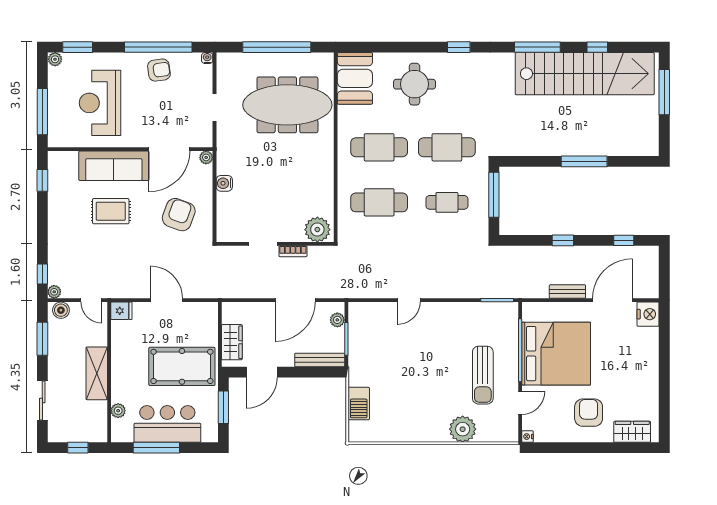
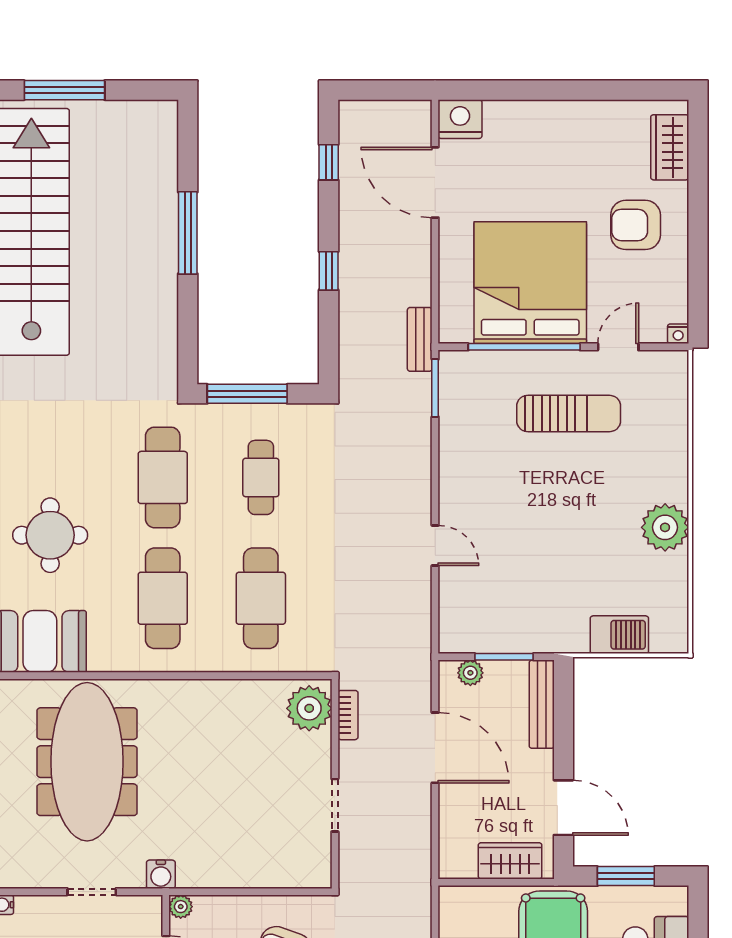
water cooler: (224, 183) -> (161, 874), moved
bookcase: (293, 251) -> (348, 715), moved
bench: (567, 292) -> (420, 339), moved
door: (520, 403) -> (618, 347), hinge flipped
plant: (463, 429) -> (665, 527), moved

